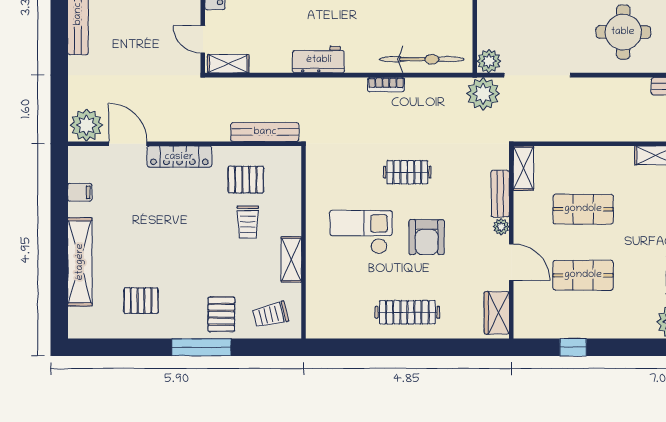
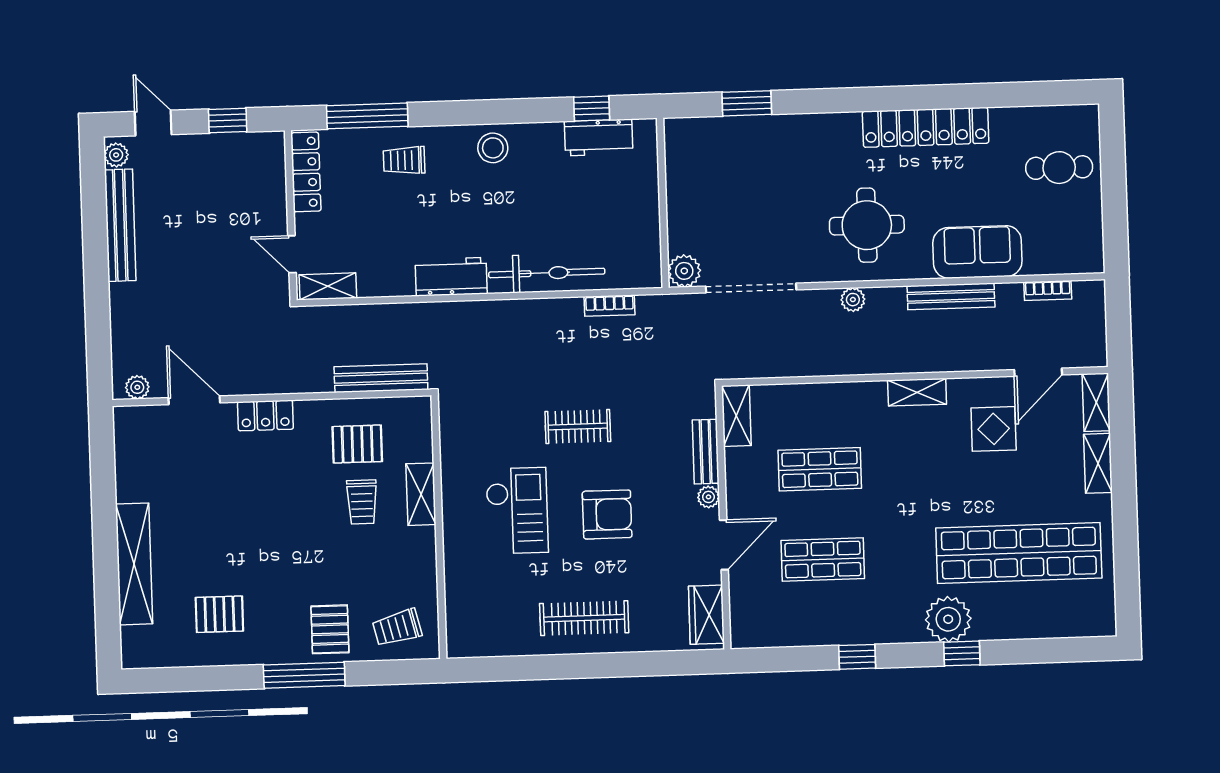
bicycle: (422, 59) -> (547, 273), moved
bookcase: (386, 85) -> (609, 306), moved
plant: (483, 94) -> (853, 300), moved, width x0.53, depth x0.53
plant: (87, 125) -> (137, 387), width x0.53, depth x0.53
locker: (179, 157) -> (265, 415), width x0.66
filing cabinet: (80, 192) -> (131, 469), removed
checkout: (361, 232) -> (517, 511), turned 90
armchair: (427, 237) -> (607, 514), turned -90
shelving: (291, 259) -> (421, 494), moved
door: (511, 262) -> (724, 545), hinge flipped
window: (573, 347) -> (857, 657), moved

